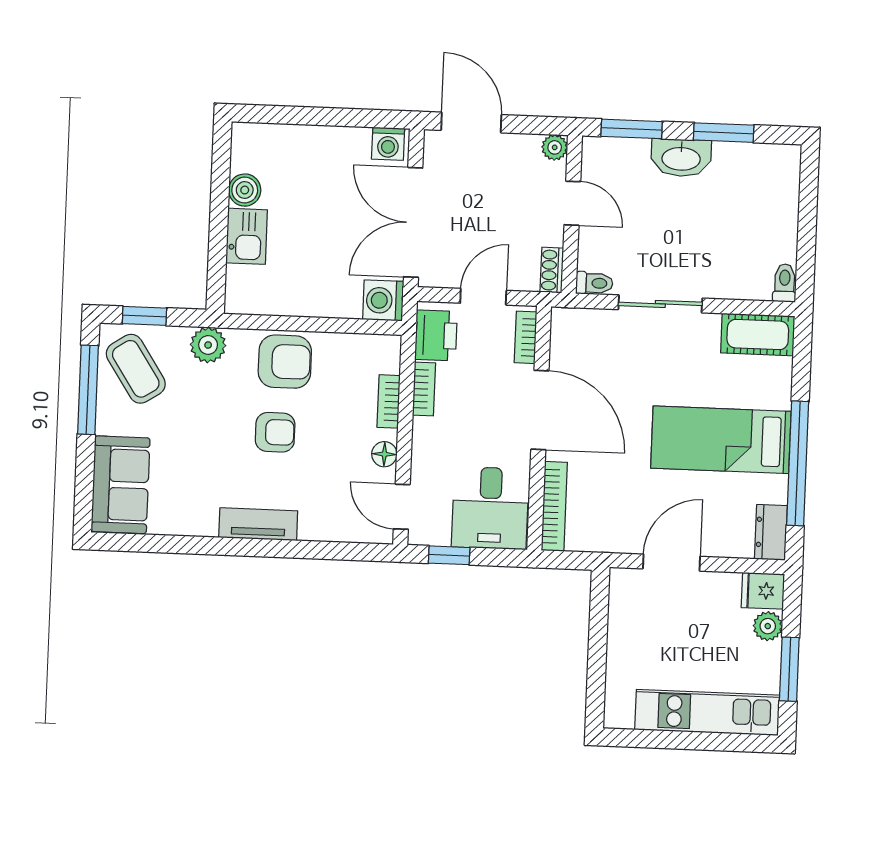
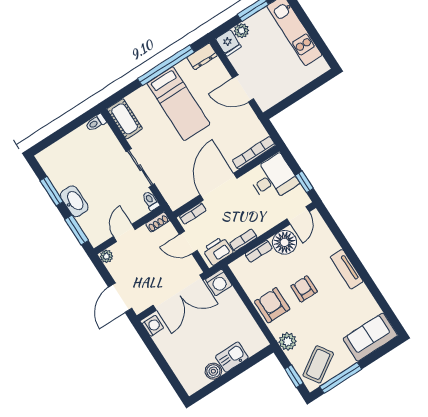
floor lamp: (384, 454) -> (285, 242), width x1.89, depth x1.89

